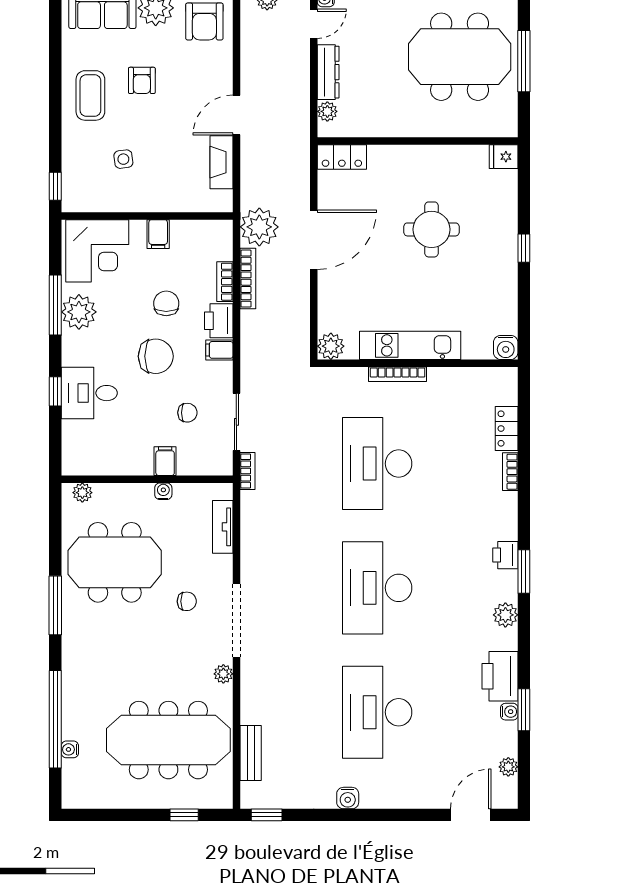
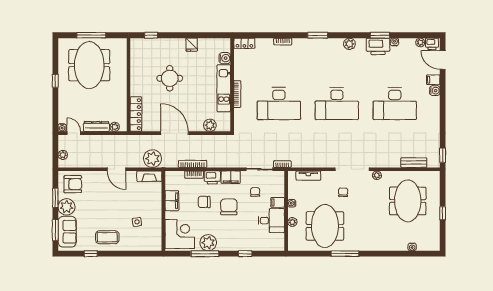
armchair: (142, 80) -> (100, 213), removed
locker: (342, 157) -> (136, 114), width x1.53
fridge: (504, 157) -> (192, 45), moved
fireplace: (221, 162) -> (149, 176), moved
window: (55, 186) -> (91, 254), moved
plant: (259, 227) -> (153, 159), moved
filing cabinet: (158, 234) -> (172, 201), width x2.00
window: (524, 248) -> (151, 35), moved
plant: (331, 346) -> (210, 125), moved
water cooler: (506, 347) -> (225, 58), moved
filing cabinet: (219, 350) -> (231, 177), width x2.00
desk: (89, 393) -> (271, 221), moved, turned -90
locker: (507, 429) -> (244, 43), moved
plant: (82, 493) -> (292, 222), moved
printer: (505, 555) -> (432, 44), moved
window: (524, 572) -> (318, 35), moved
window: (524, 710) -> (380, 35), moved
window: (55, 719) -> (398, 254), removed
meeting table: (168, 740) -> (408, 201), width x0.73
filing cabinet: (428, 795) -> (433, 80), added
water cooler: (348, 798) -> (435, 91), moved
window: (184, 815) -> (443, 213), moved

